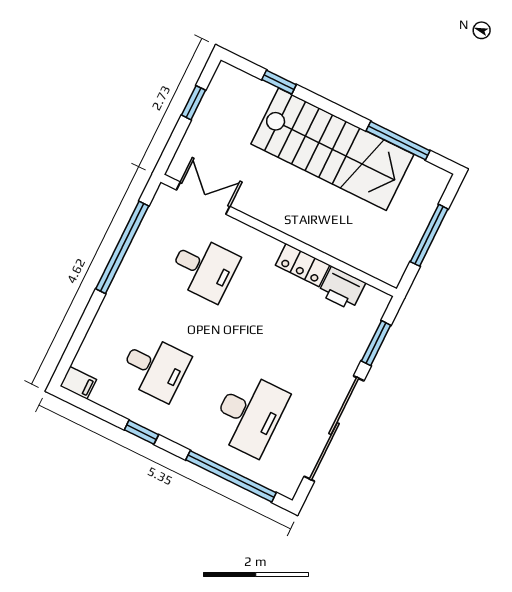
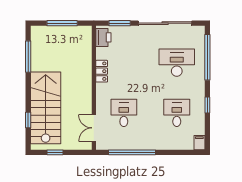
stairs: (332, 149) -> (46, 108), moved
printer: (342, 288) -> (103, 37), moved

